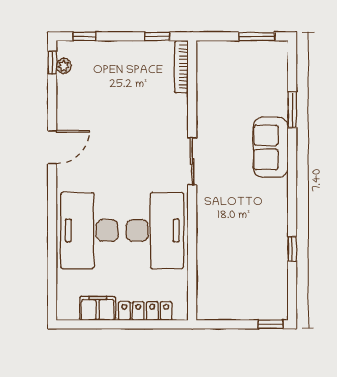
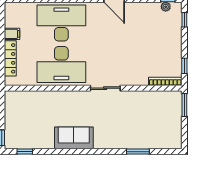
window: (257, 36) -> (184, 105), moved
sofa: (271, 147) -> (74, 138), moved
window: (292, 249) -> (25, 152), moved
filing cabinet: (98, 308) -> (12, 34), width x0.50

